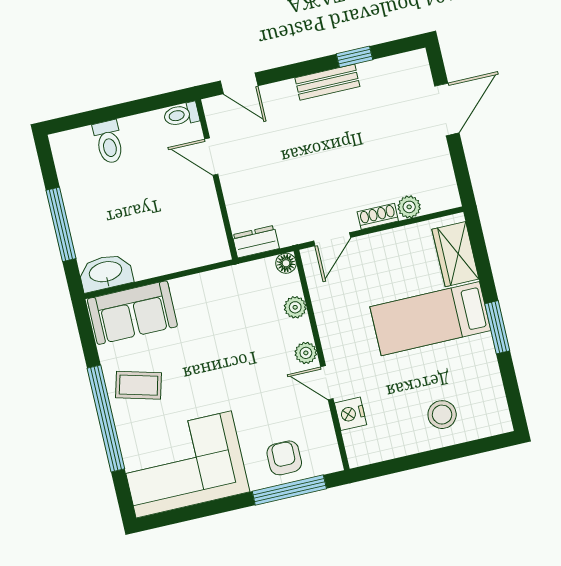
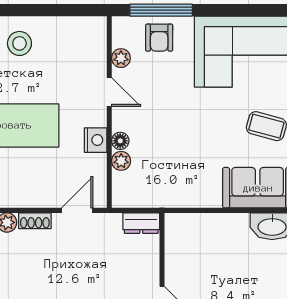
floor lamp: (286, 263) -> (120, 141), moved
plant: (306, 353) -> (121, 58), moved
nightstand: (350, 414) -> (96, 140), moved

